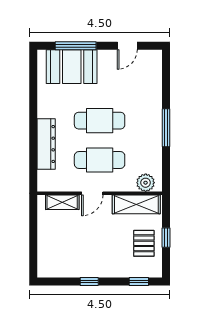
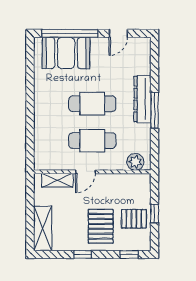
window: (76, 46) -> (70, 33), width x1.46
dresser: (46, 144) -> (142, 99), moved, turned 180
shelving: (136, 204) -> (43, 228), moved, turned 90
pallet: (144, 243) -> (134, 219), turned 90
pallet: (108, 251) -> (101, 226), added

